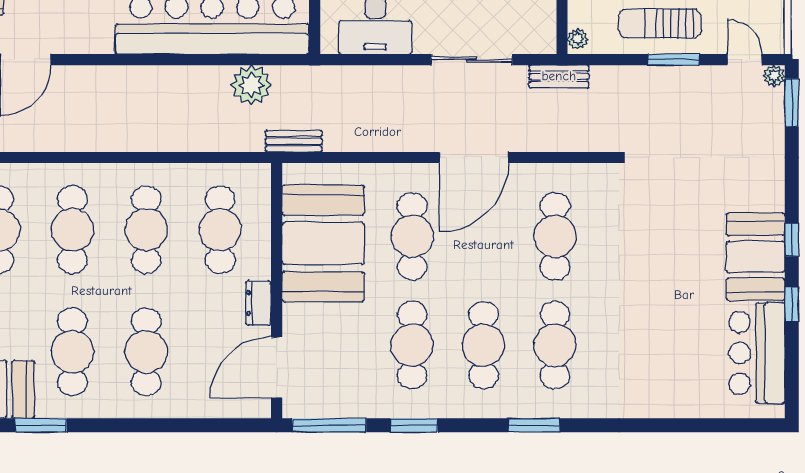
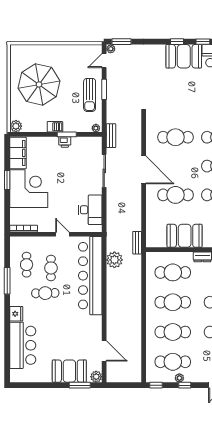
booth: (323, 243) -> (185, 236), width x0.73, depth x0.70

